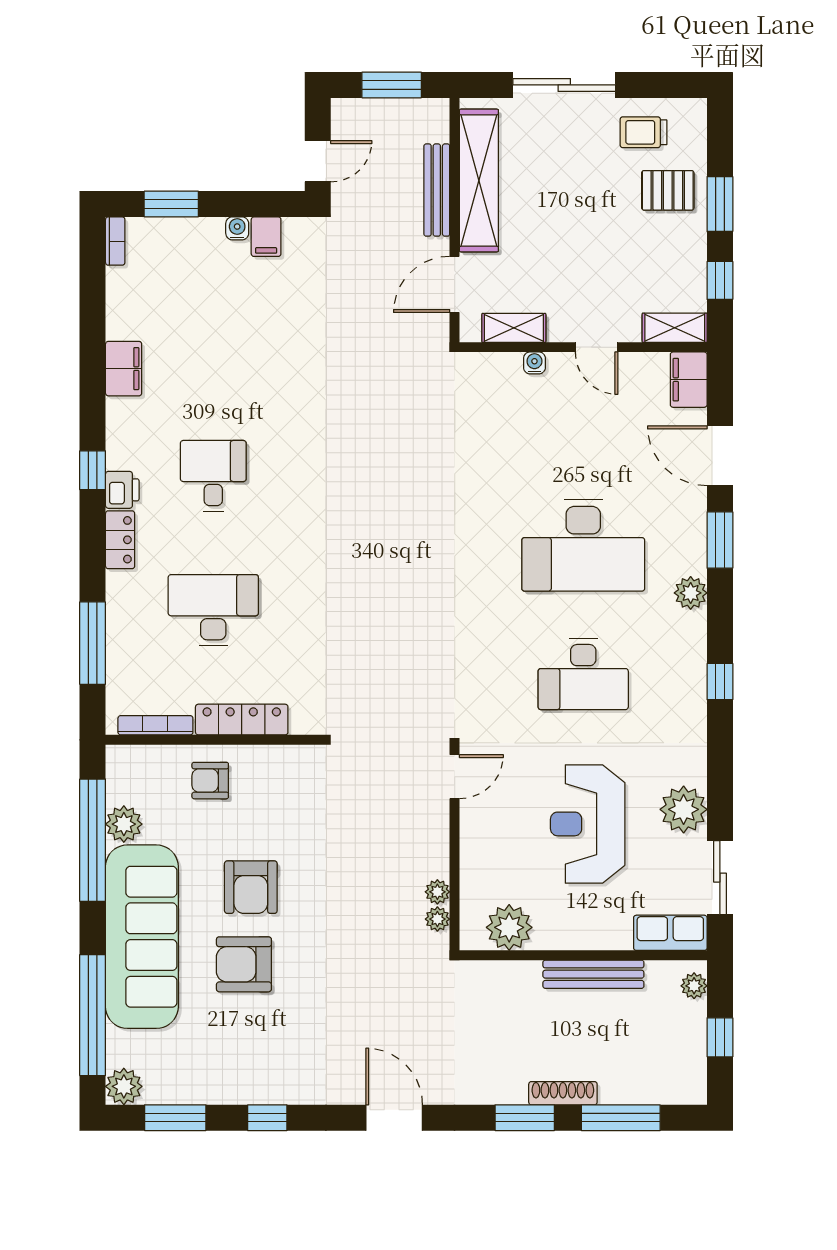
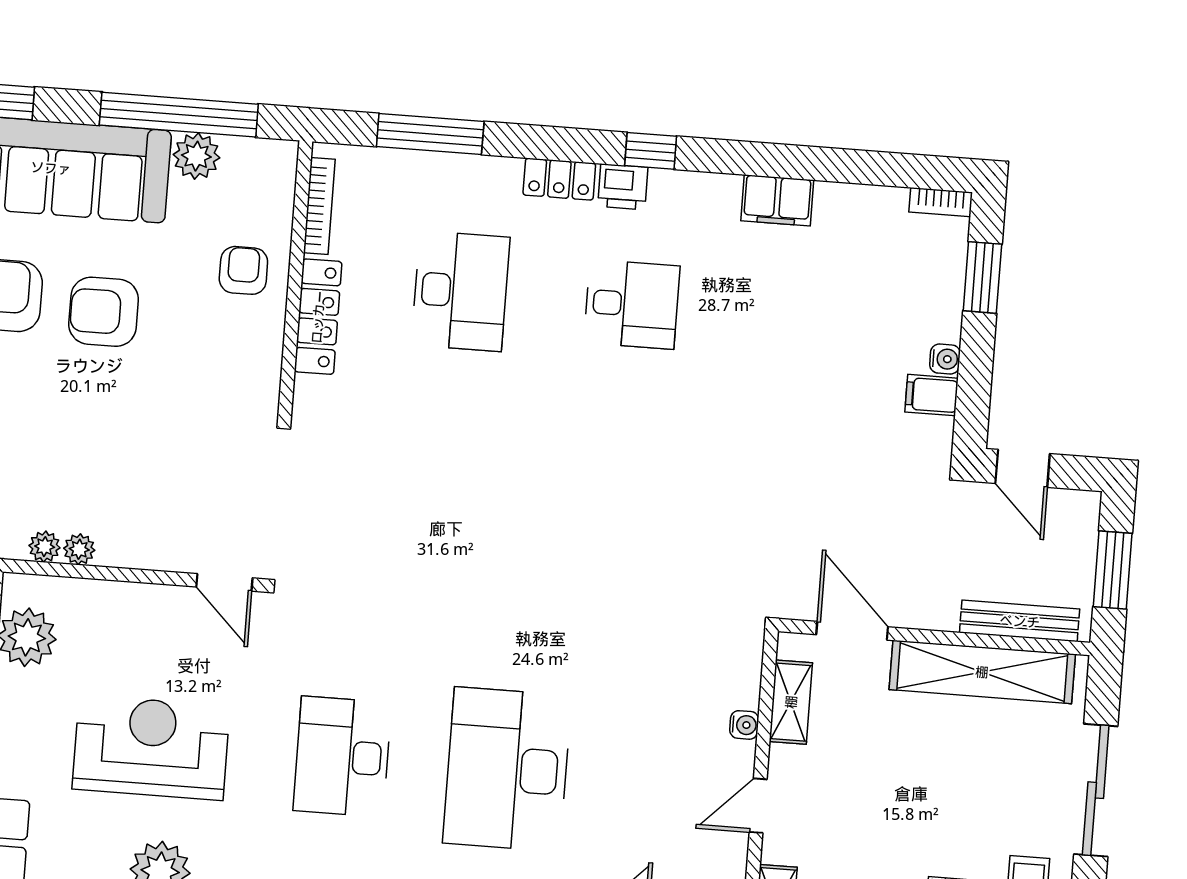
bench: (437, 190) -> (1020, 621), moved

